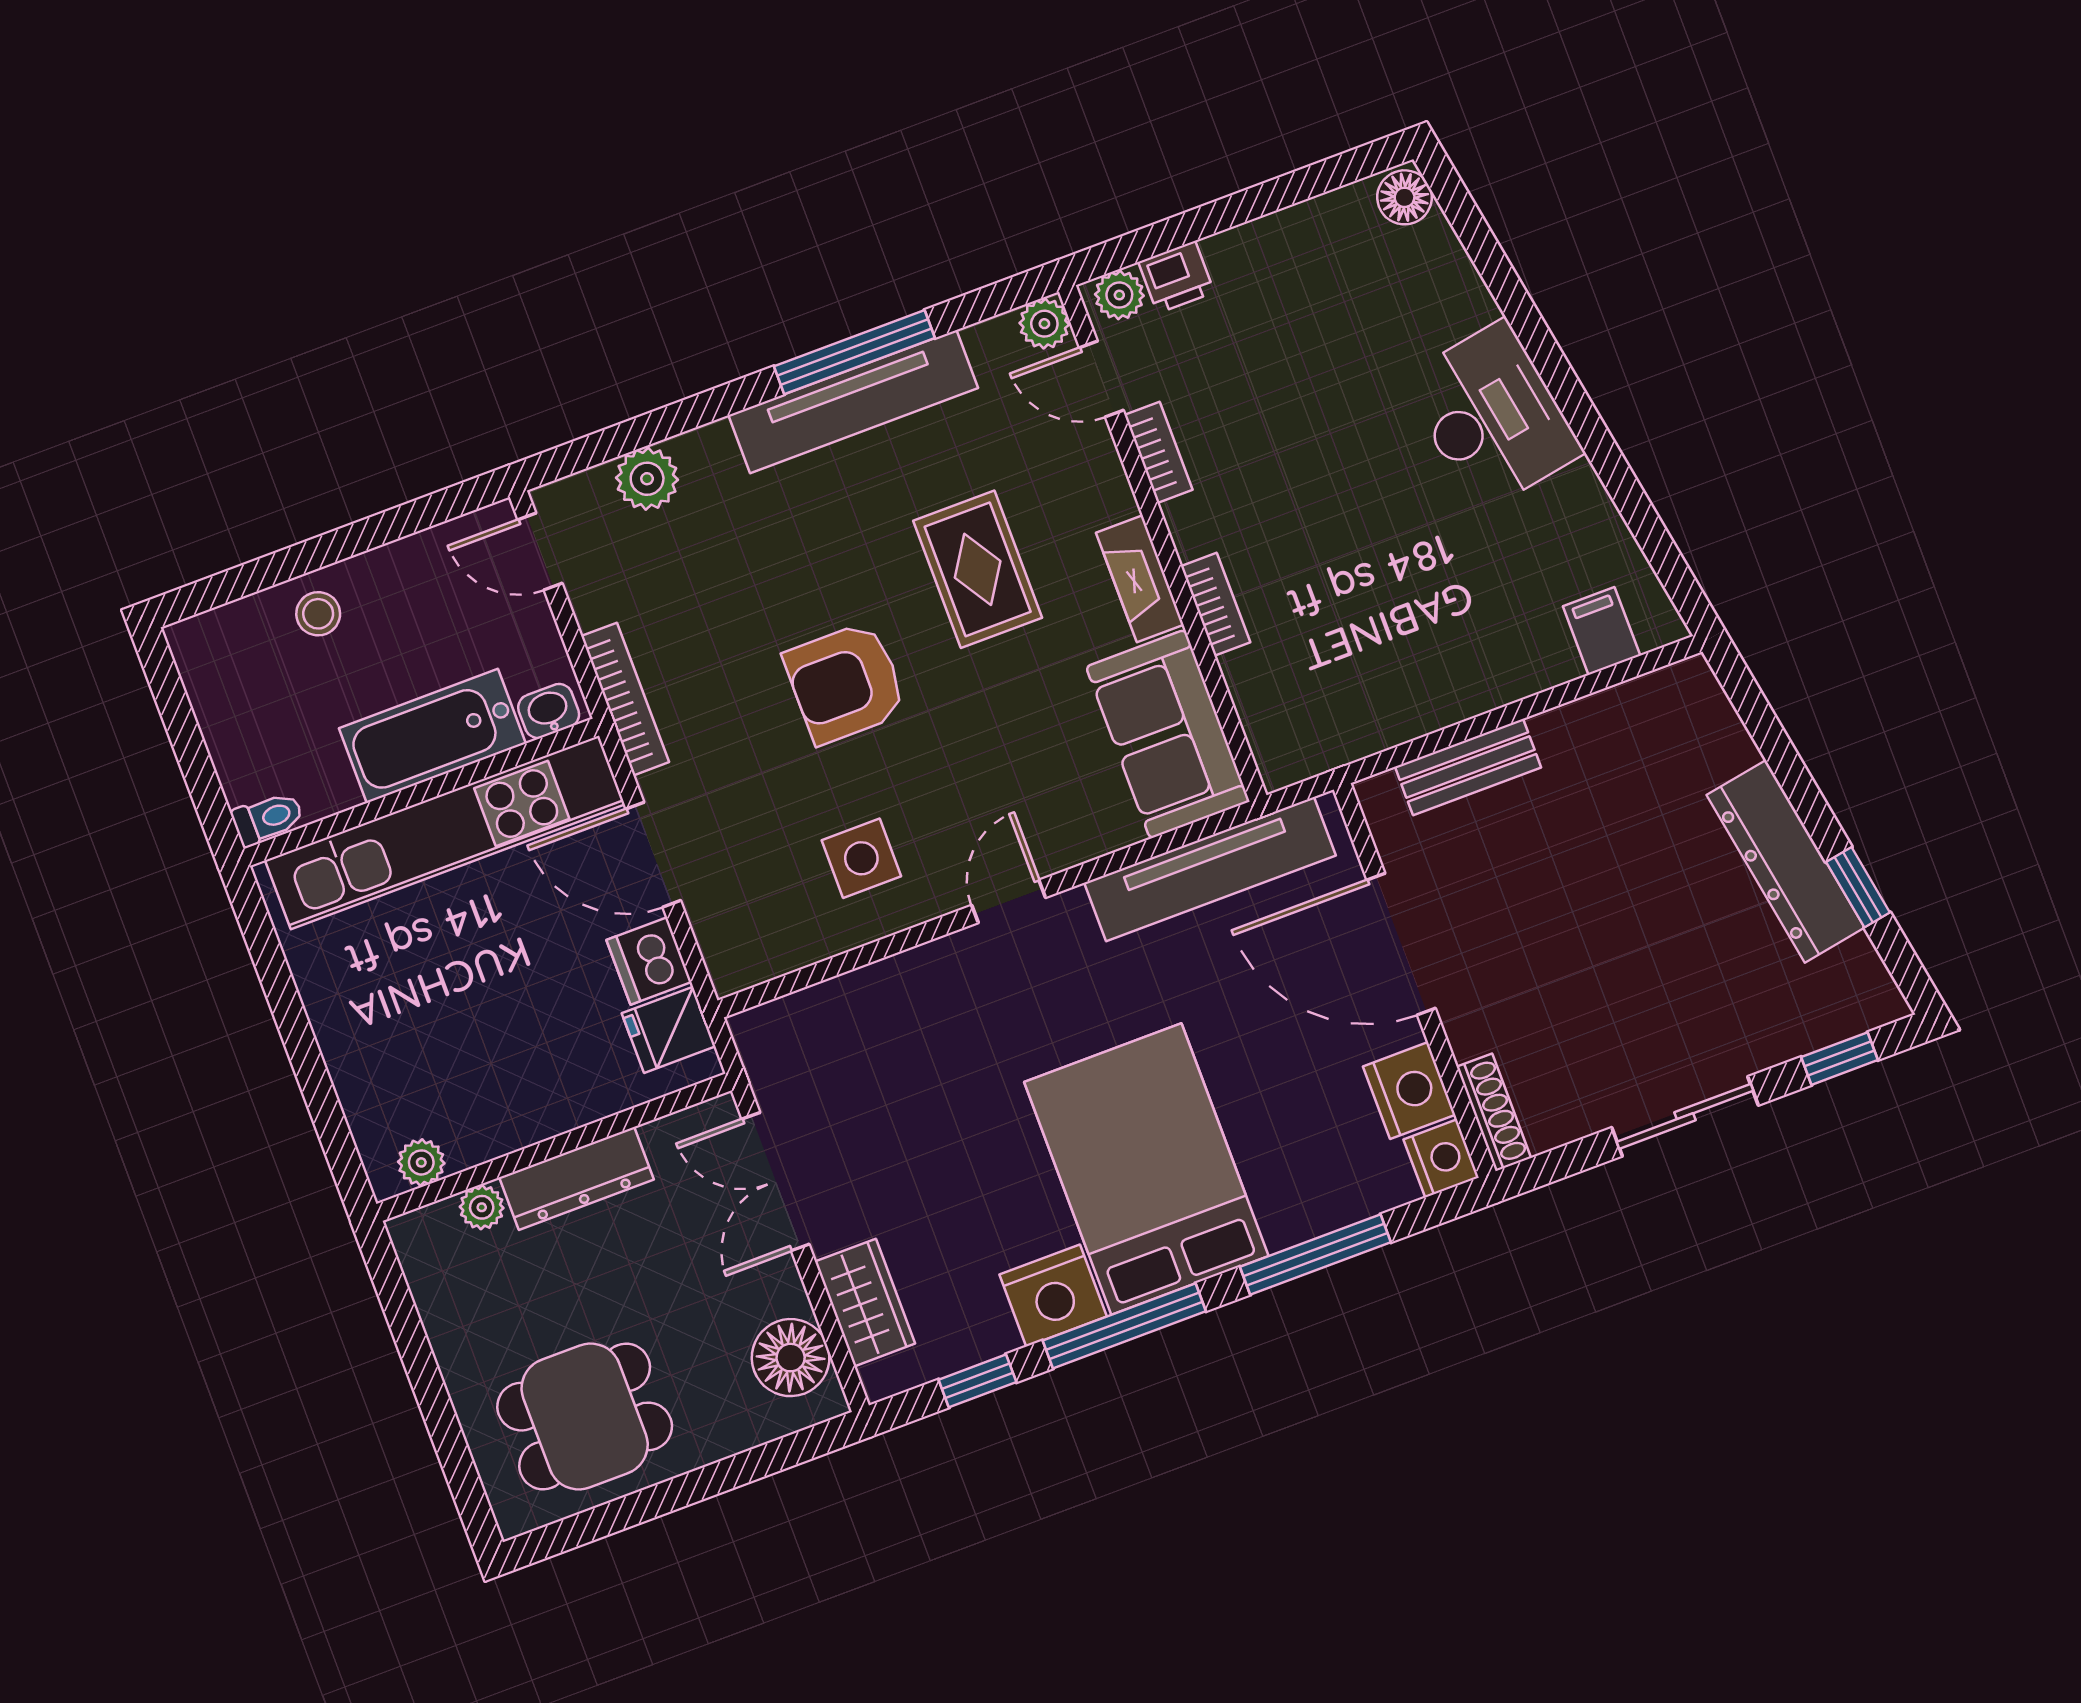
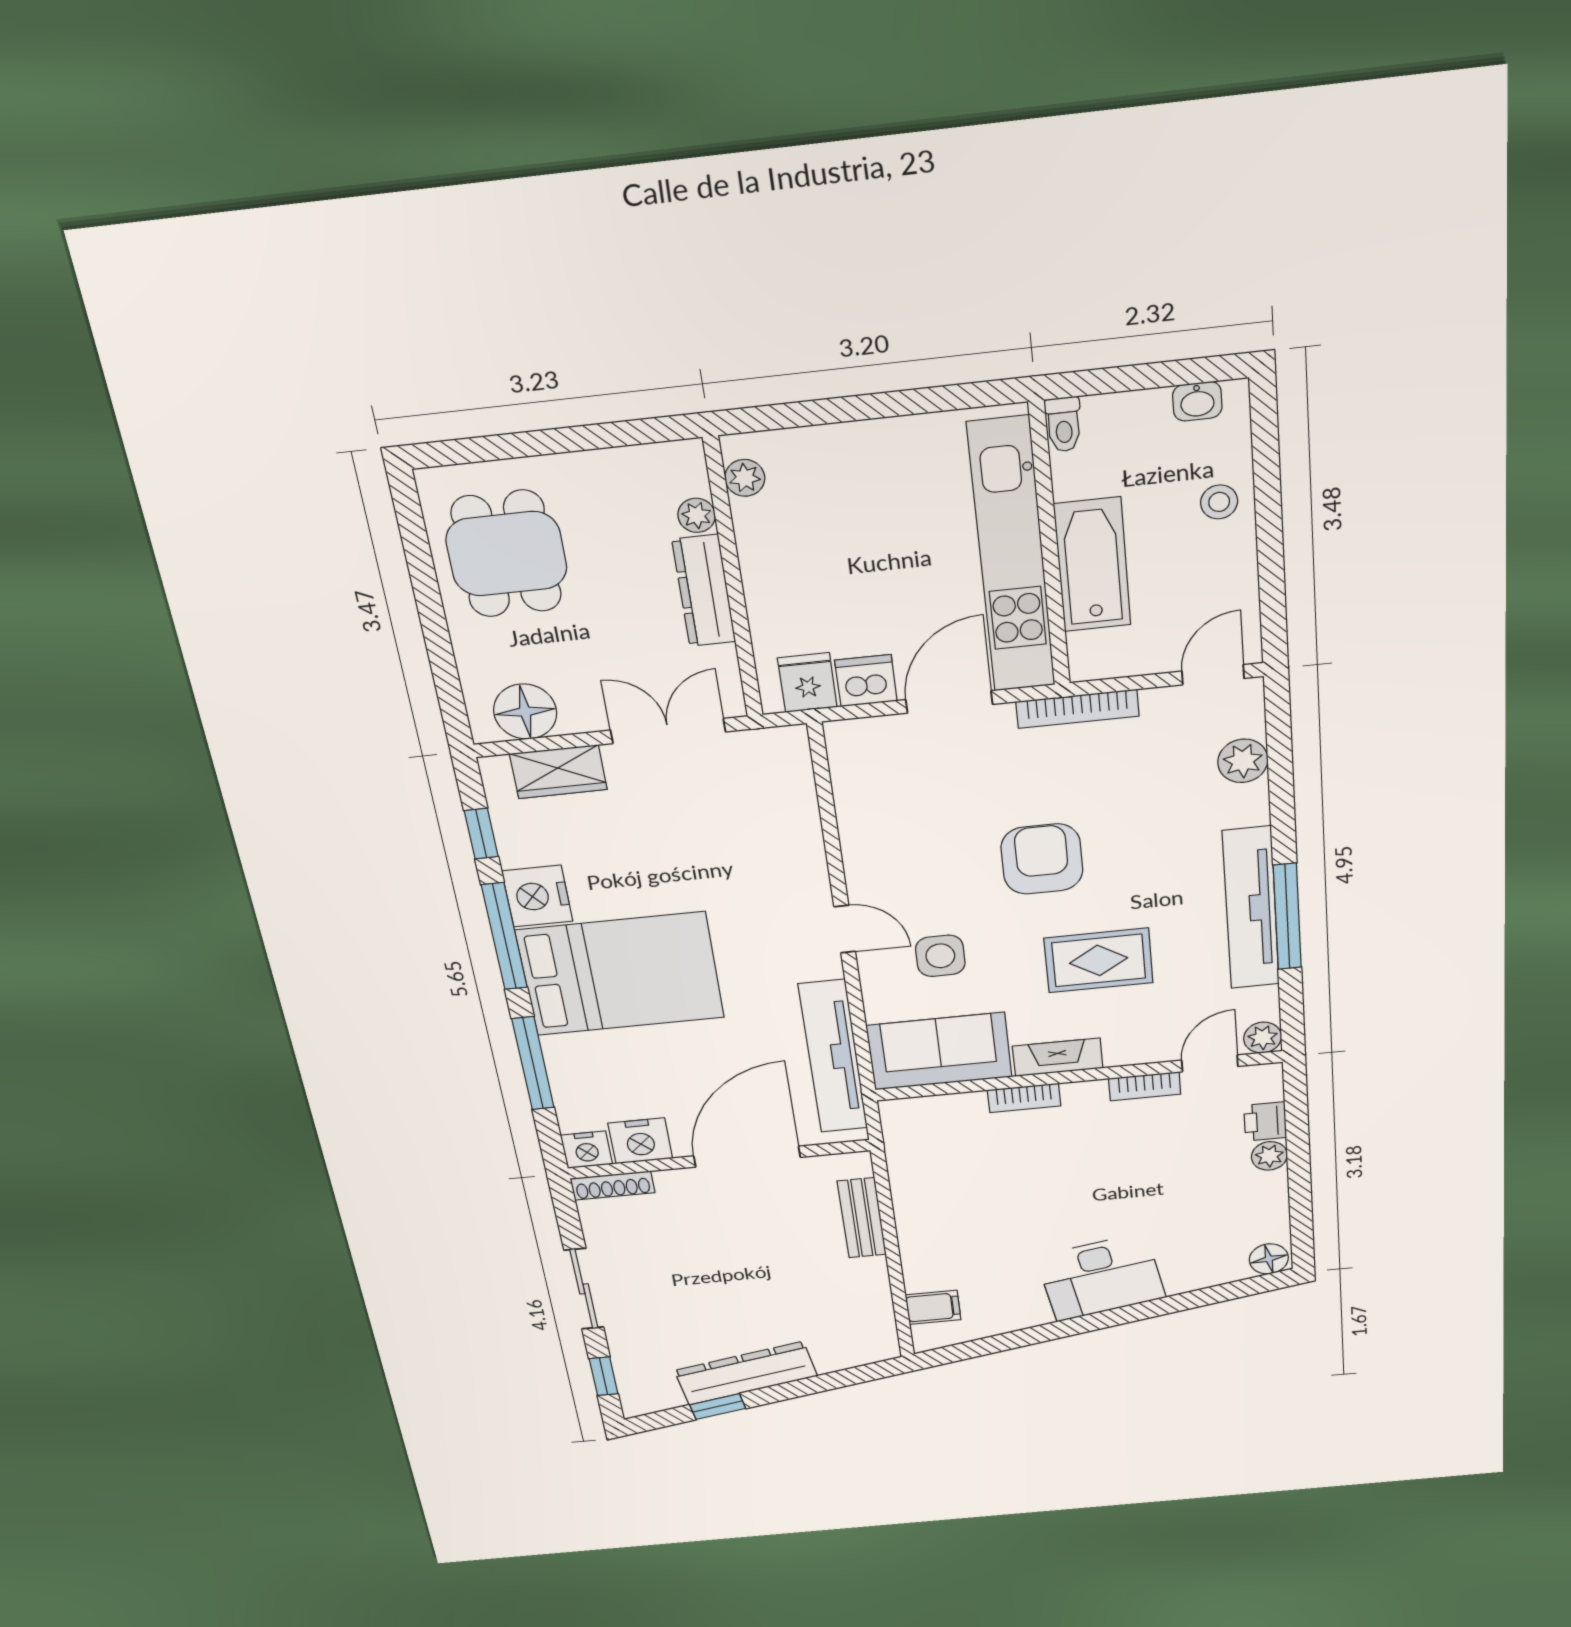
plant: (1119, 295) -> (1269, 1156), moved
washbasin: (549, 711) -> (1197, 401), moved, turned 90
side table: (861, 858) -> (940, 956), moved

